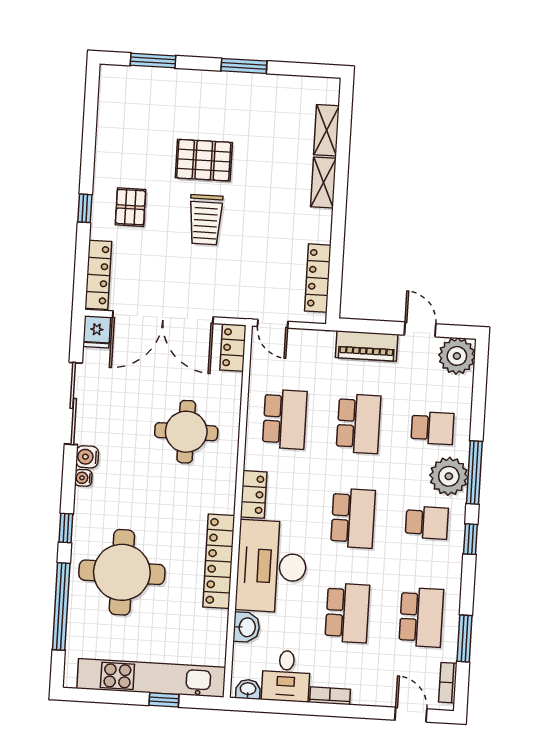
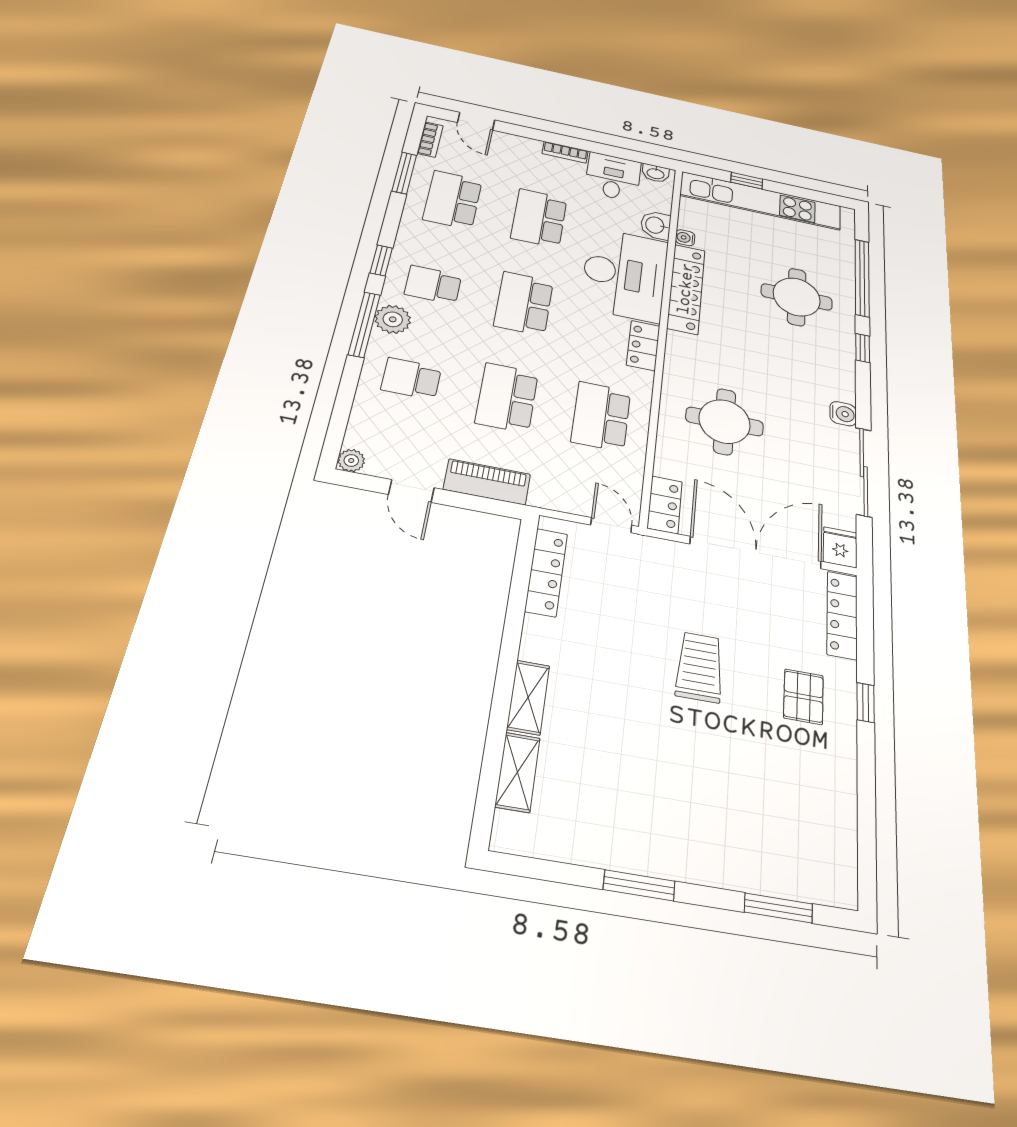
pallet: (204, 160) -> (702, 749), removed
plant: (457, 356) -> (351, 460), width x0.53, depth x0.53
plant: (449, 476) -> (393, 319), width x0.73, depth x0.73
water cooler: (83, 478) -> (685, 238), moved, turned 180
round table: (122, 572) -> (797, 297), width x0.73, depth x0.73

